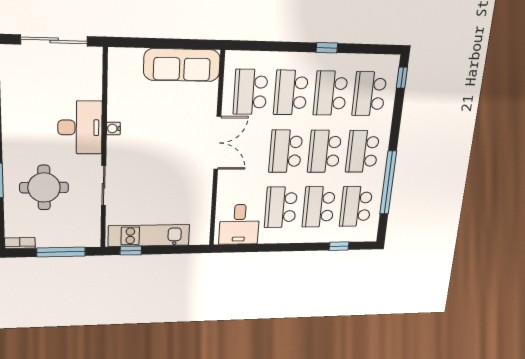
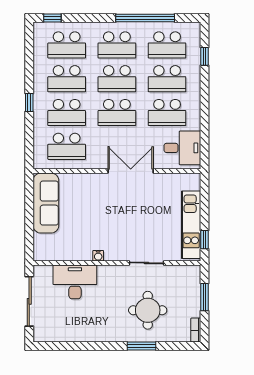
window: (327, 48) -> (29, 102), moved
desk: (80, 128) -> (75, 282), moved
double door: (217, 143) -> (131, 171), moved
window: (61, 252) -> (204, 297), width x0.69

